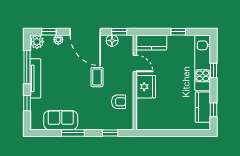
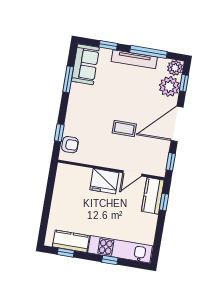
window: (178, 32) -> (164, 202), moved
plant: (58, 40) -> (169, 86), width x1.87, depth x1.87
floor lamp: (112, 41) -> (162, 152), removed
armchair: (119, 102) -> (70, 145), moved, turned -90
sofa: (61, 120) -> (85, 64), moved
window: (73, 133) -> (68, 79), moved

